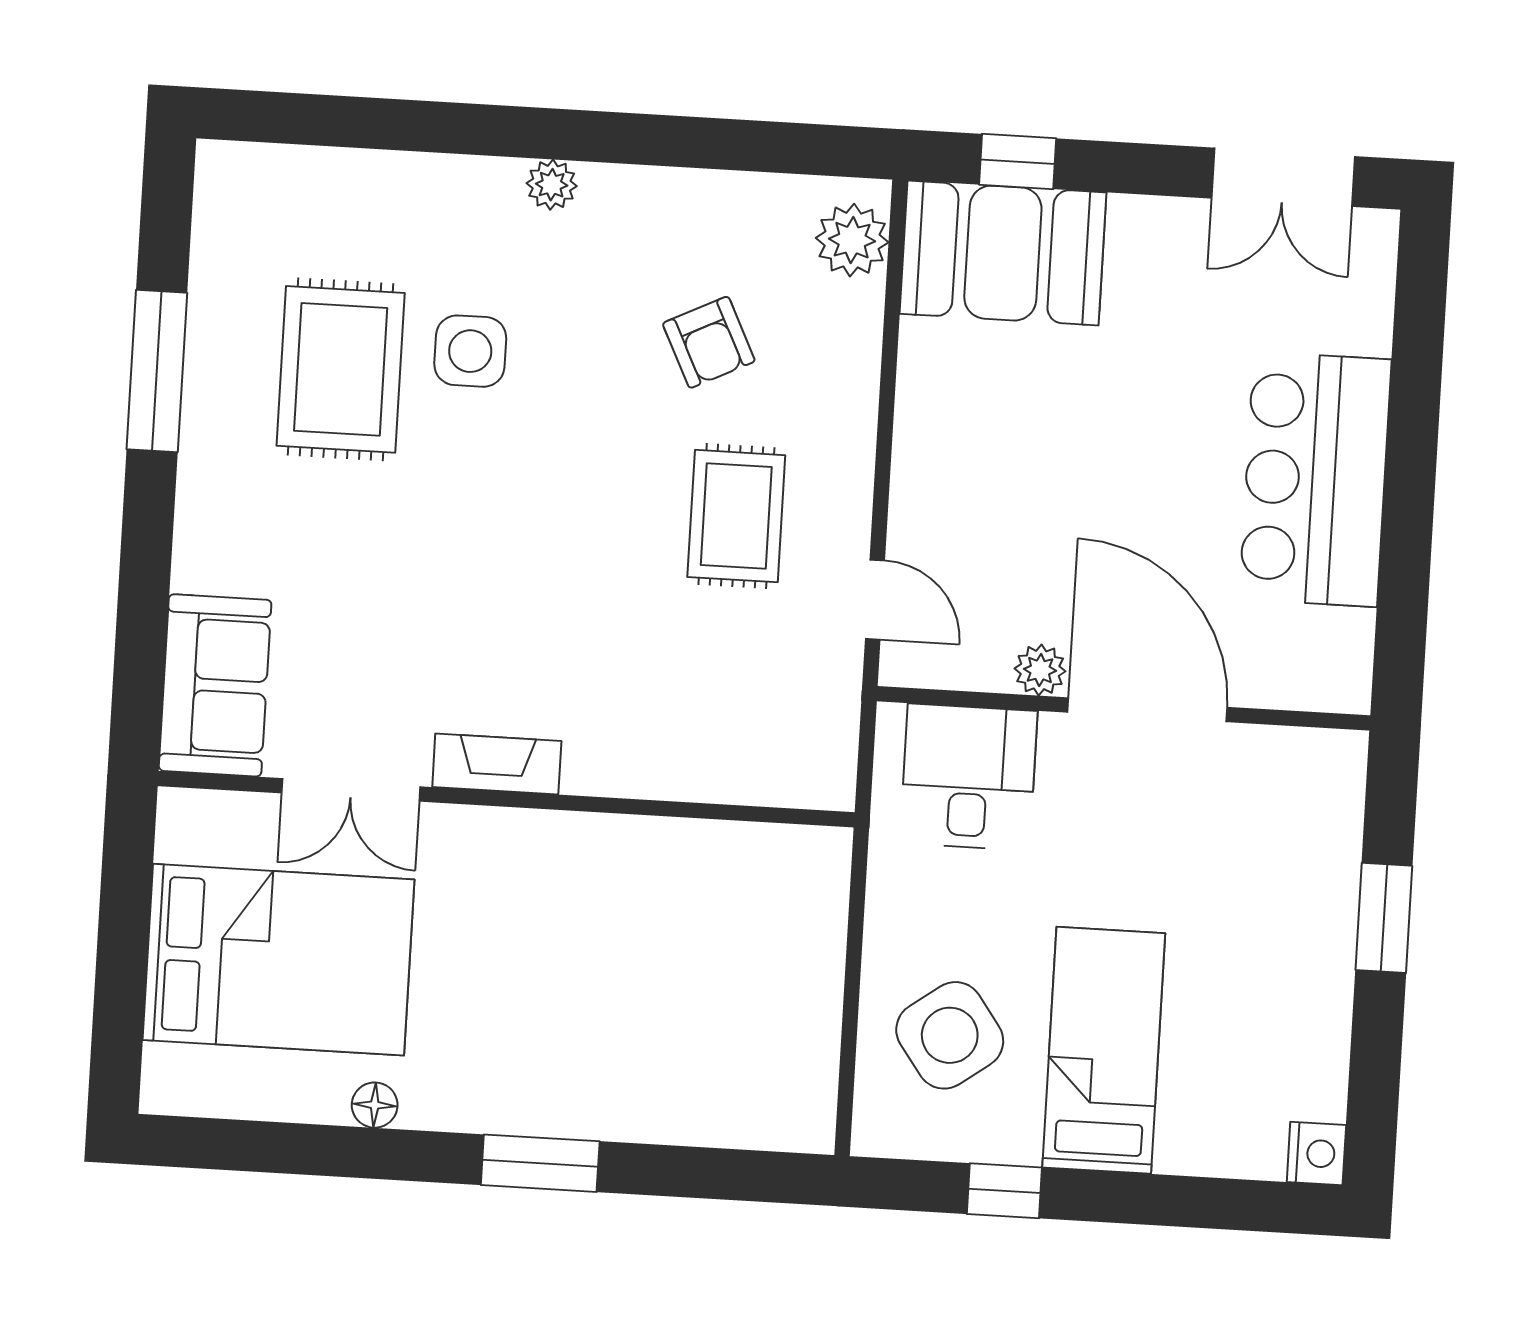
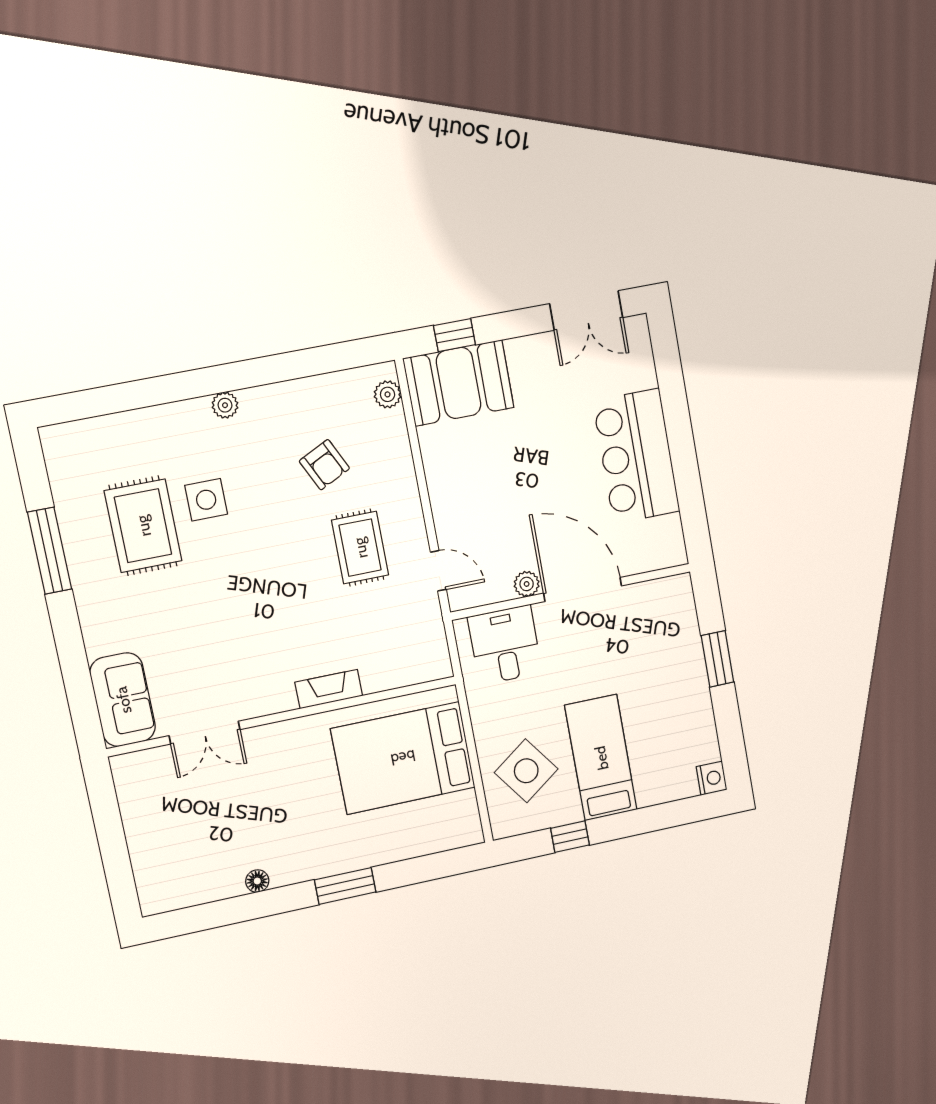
plant: (852, 240) -> (388, 394), width x0.73, depth x0.73
fireplace: (497, 764) -> (329, 689), moved
bed: (278, 960) -> (403, 758), moved, turned 180

